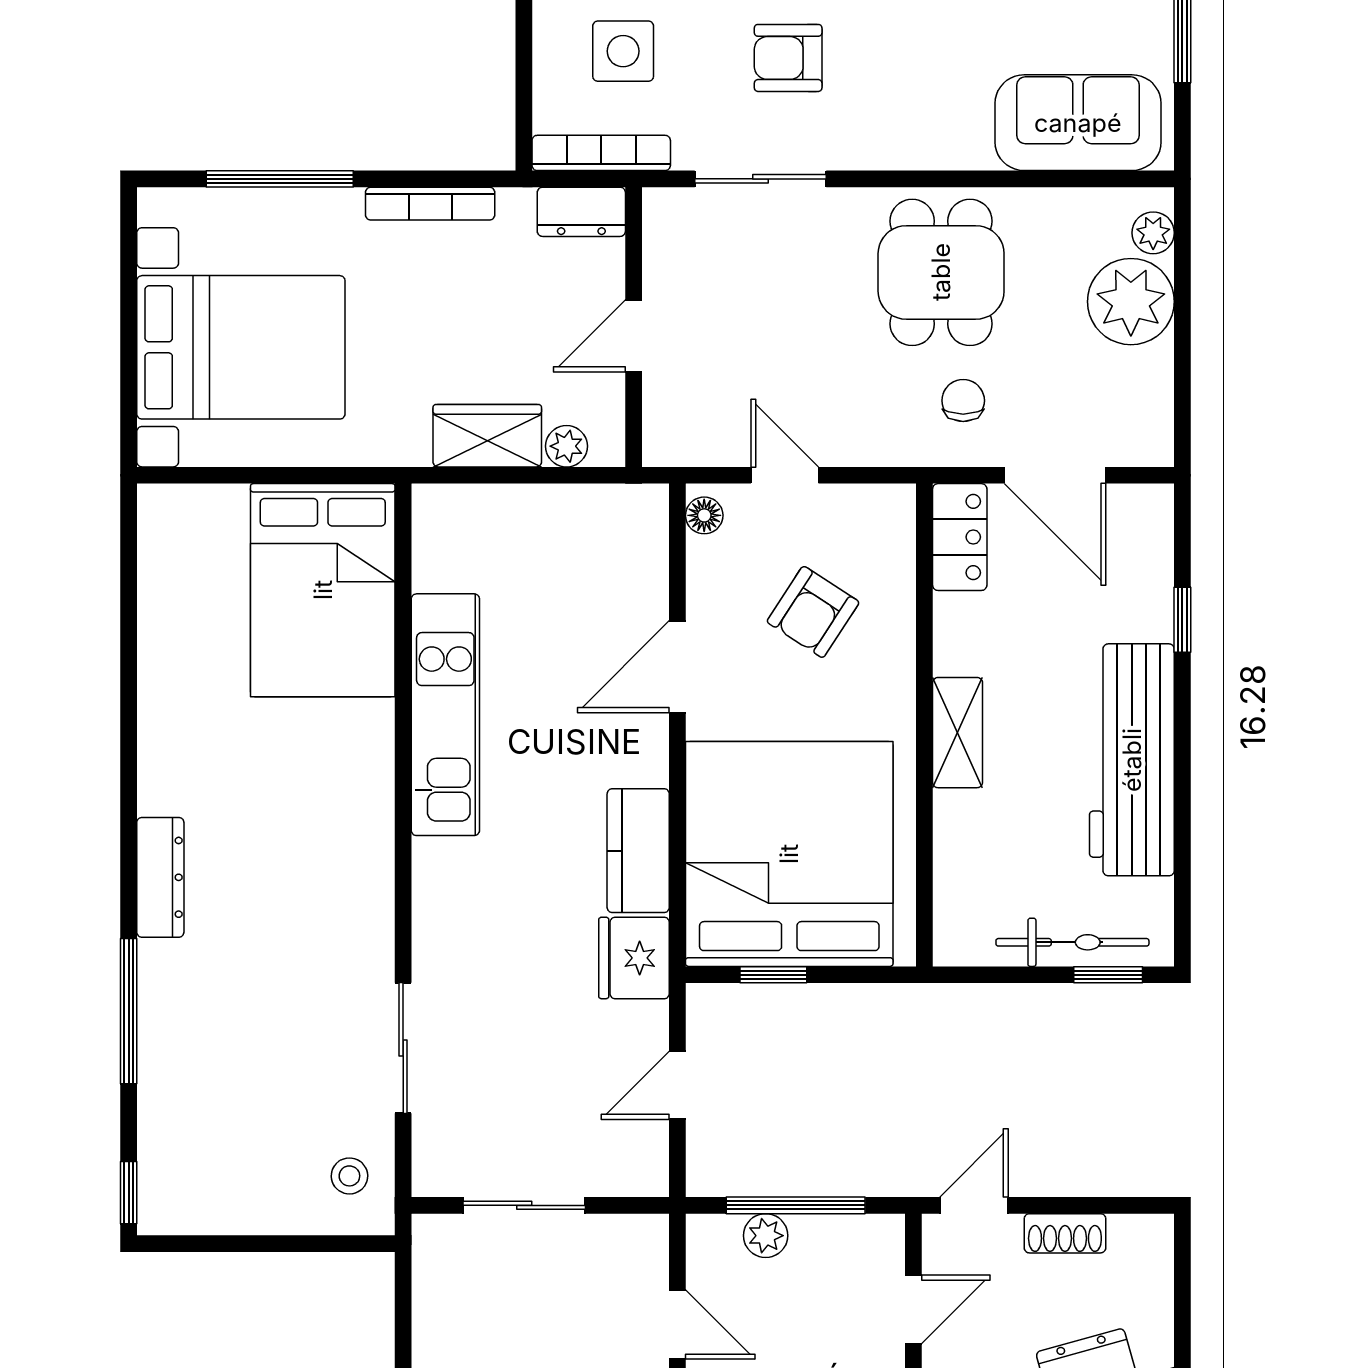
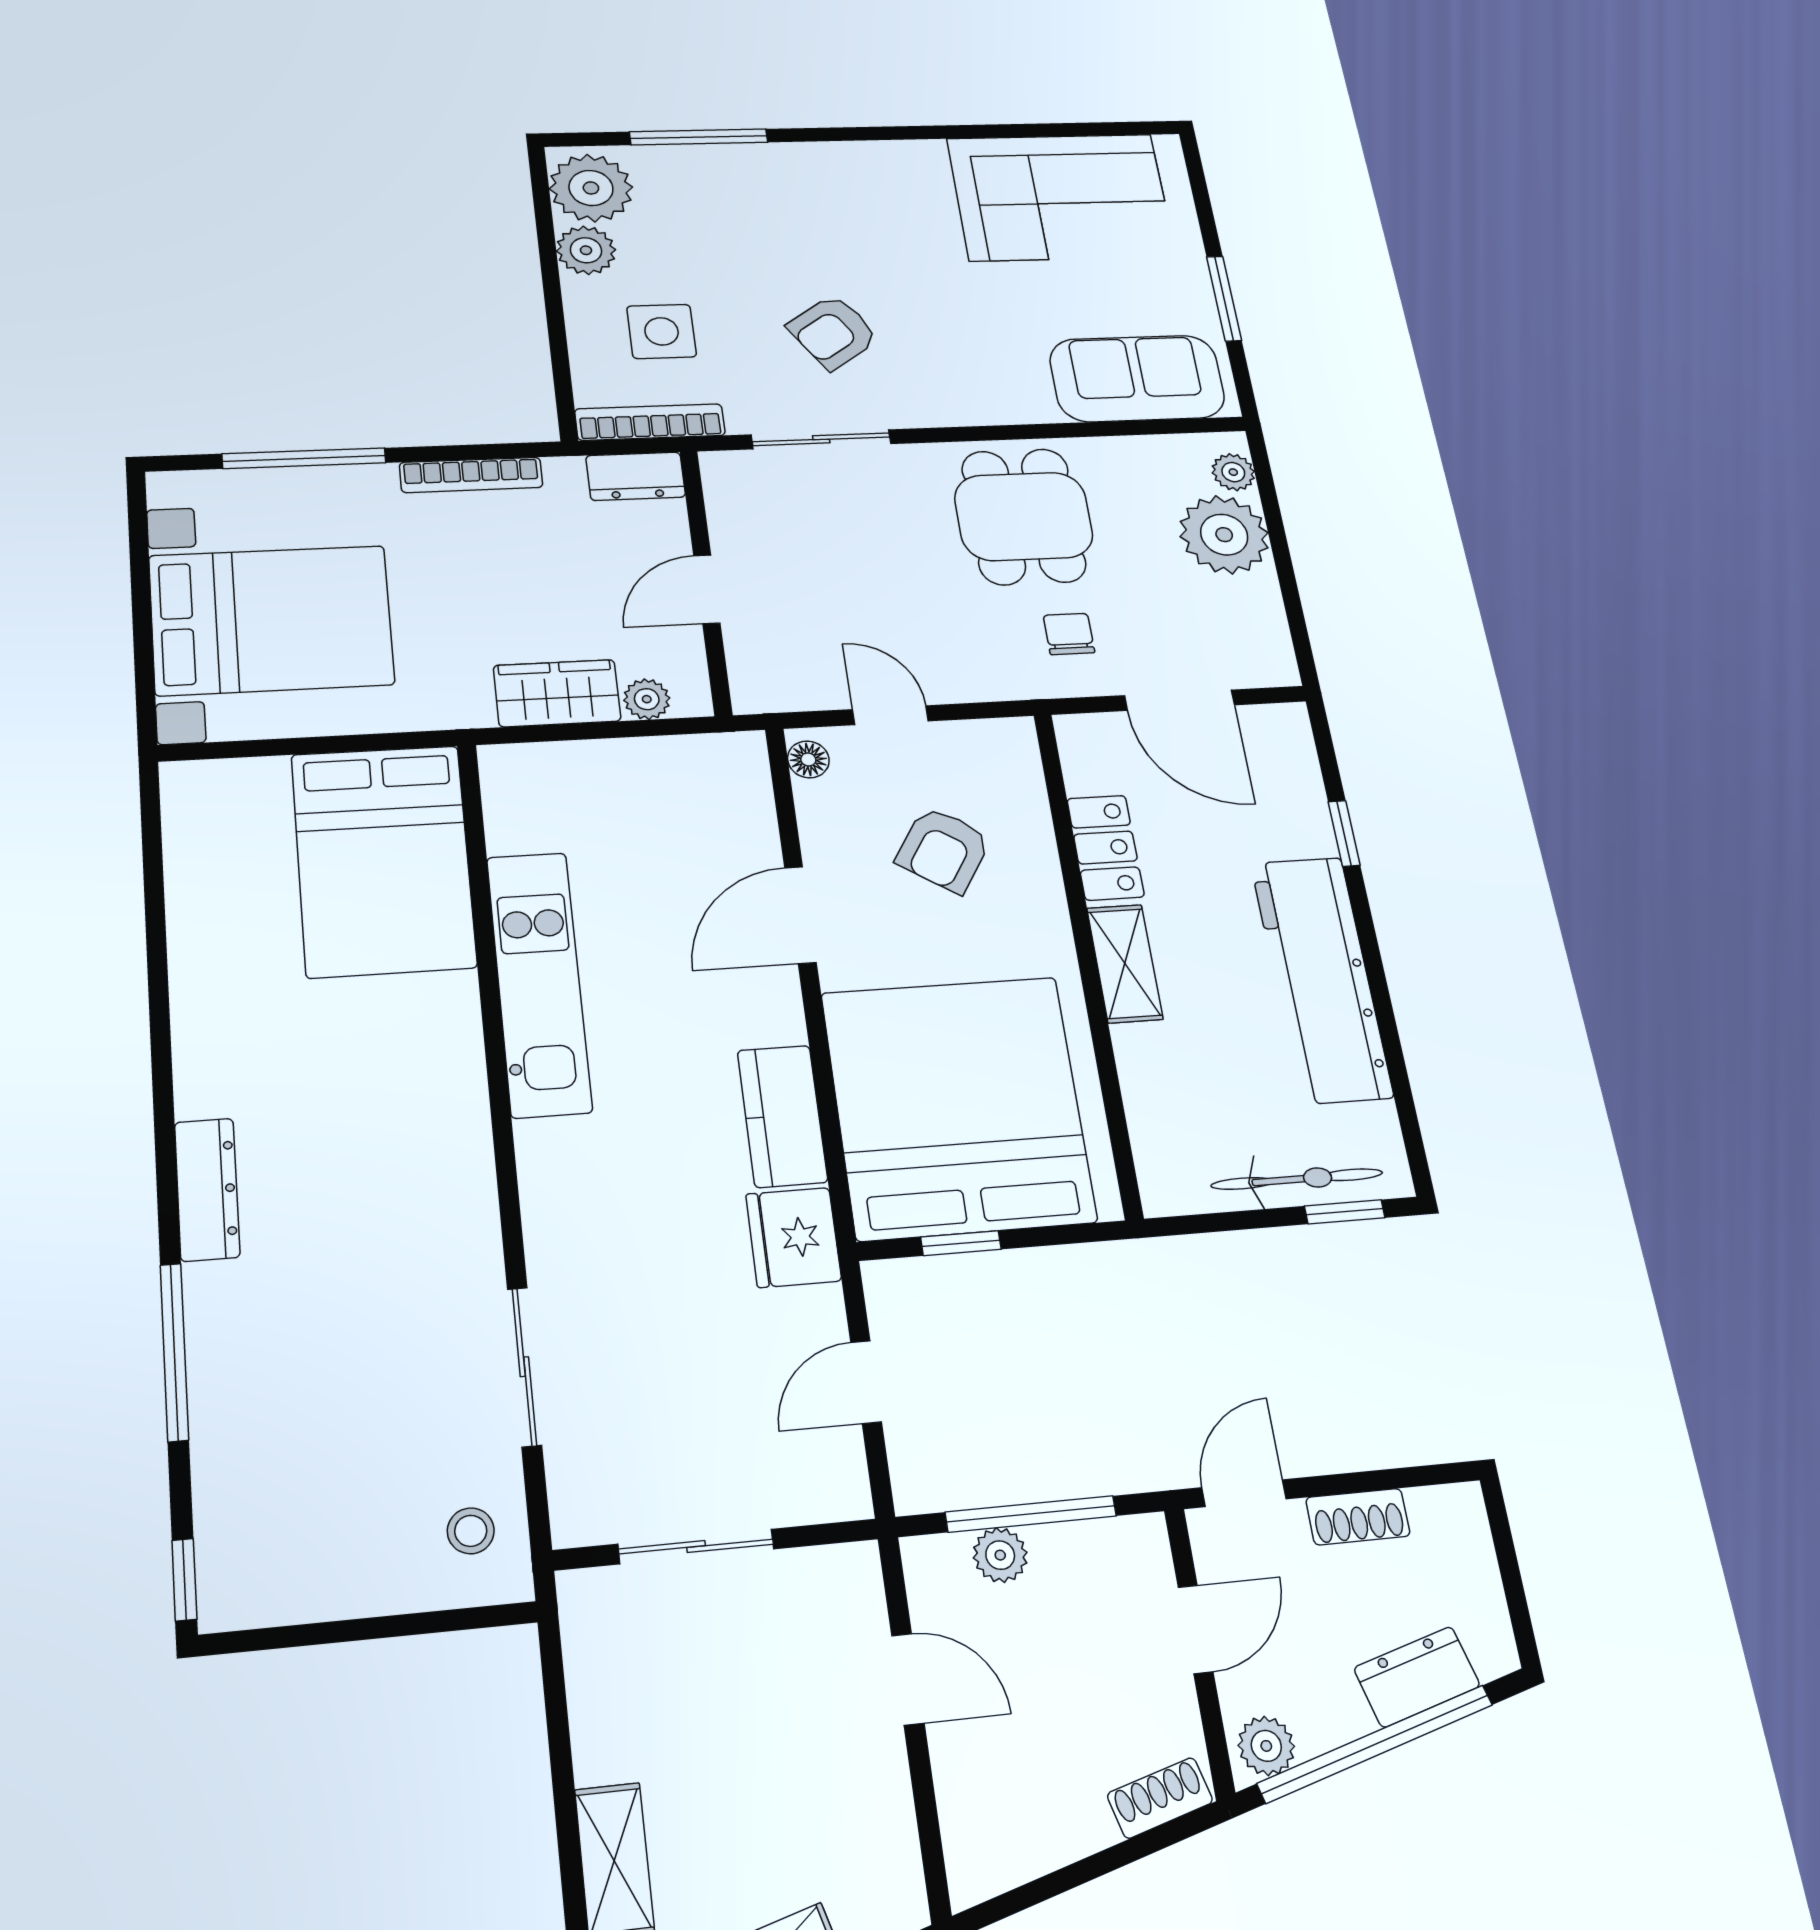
armchair: (788, 58) -> (833, 332), turned -34
locker: (960, 537) -> (1105, 848), moved

